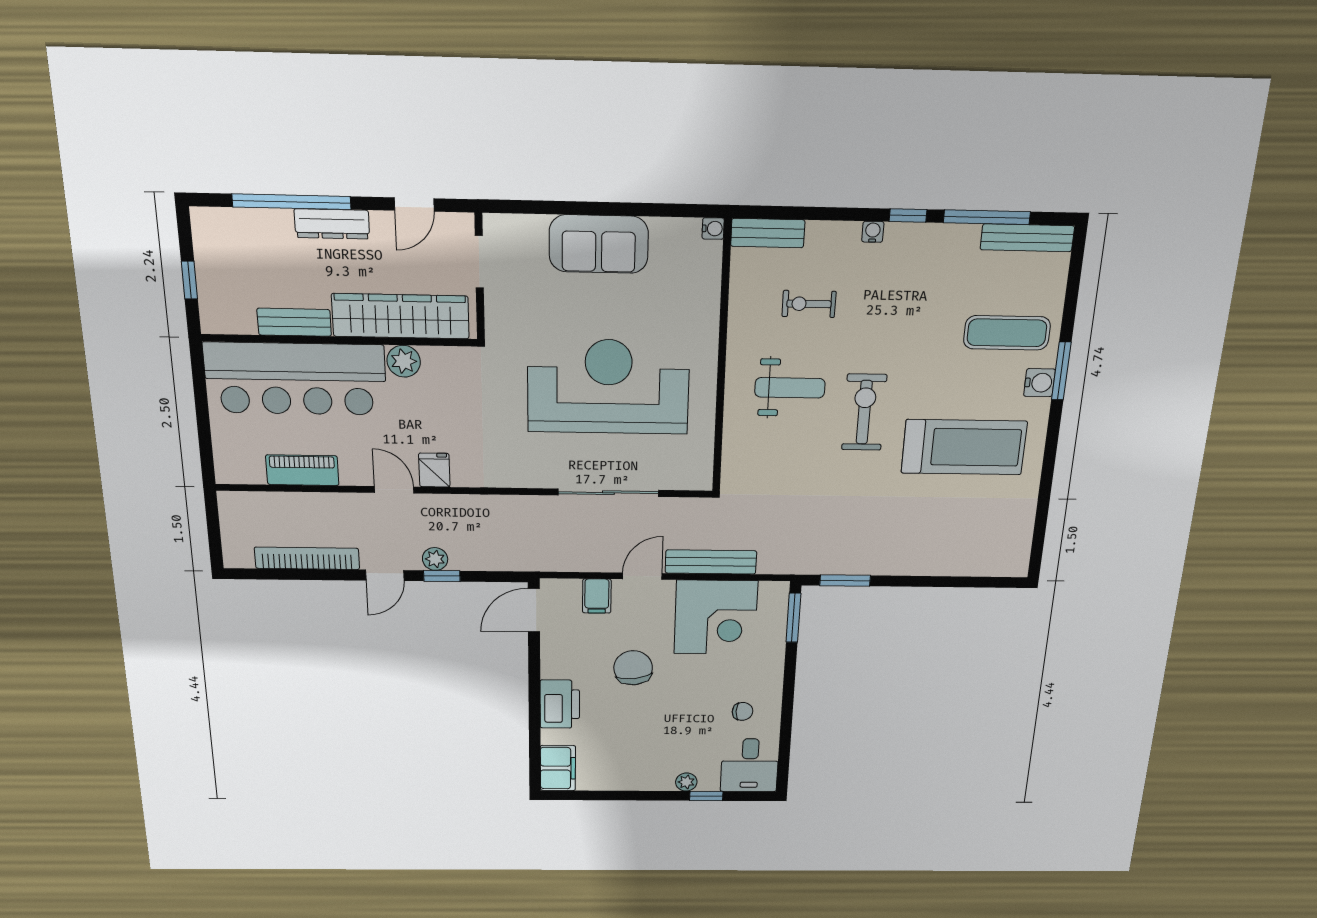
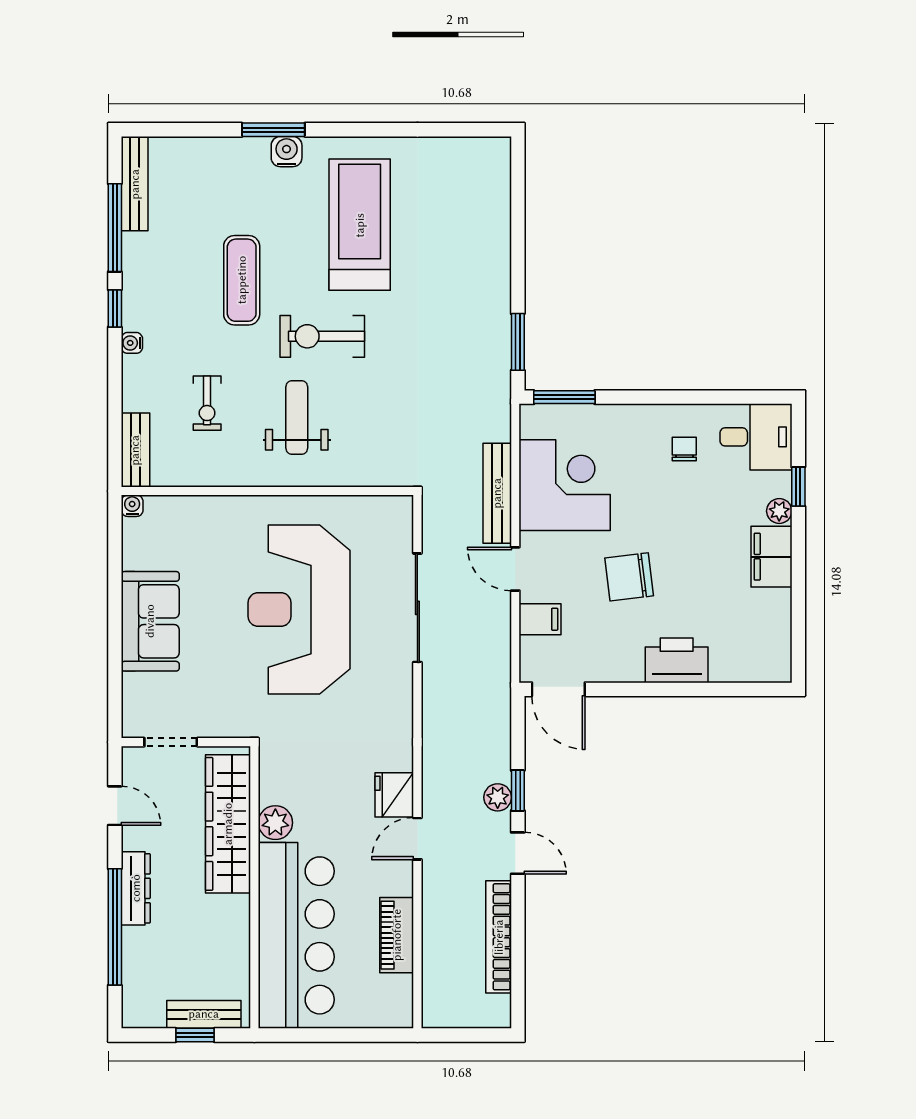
bench: (294, 322) -> (204, 1014), moved, turned 90
exercise mat: (1007, 333) -> (242, 280), moved
fridge: (434, 470) -> (394, 795), width x1.38
filing cabinet: (558, 768) -> (771, 557), moved, turned -90

